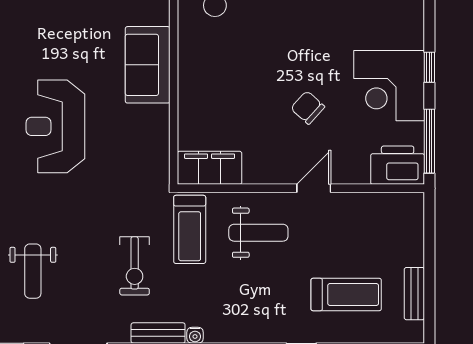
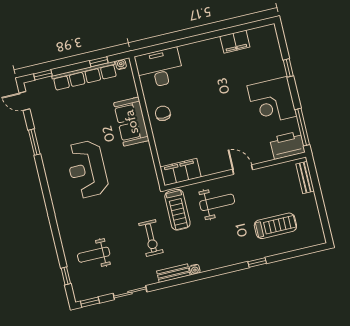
window: (429, 67) -> (288, 68), moved
chair: (308, 108) -> (163, 113), moved, turned 48
door: (314, 188) -> (243, 170), hinge flipped
weight bench: (33, 271) -> (94, 255), turned 90
bench: (414, 294) -> (305, 178), moved

